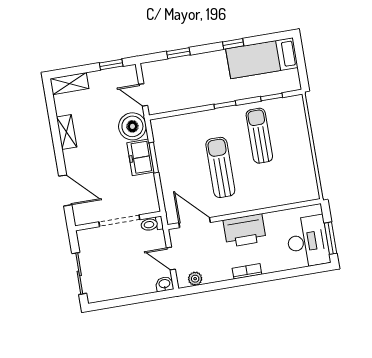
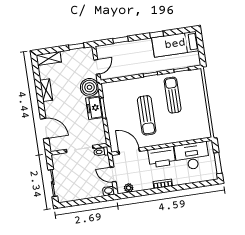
door: (143, 95) -> (97, 67), swing flipped
sun lounger: (220, 167) -> (147, 115), turned 180
desk: (308, 242) -> (192, 156), moved, turned -90

